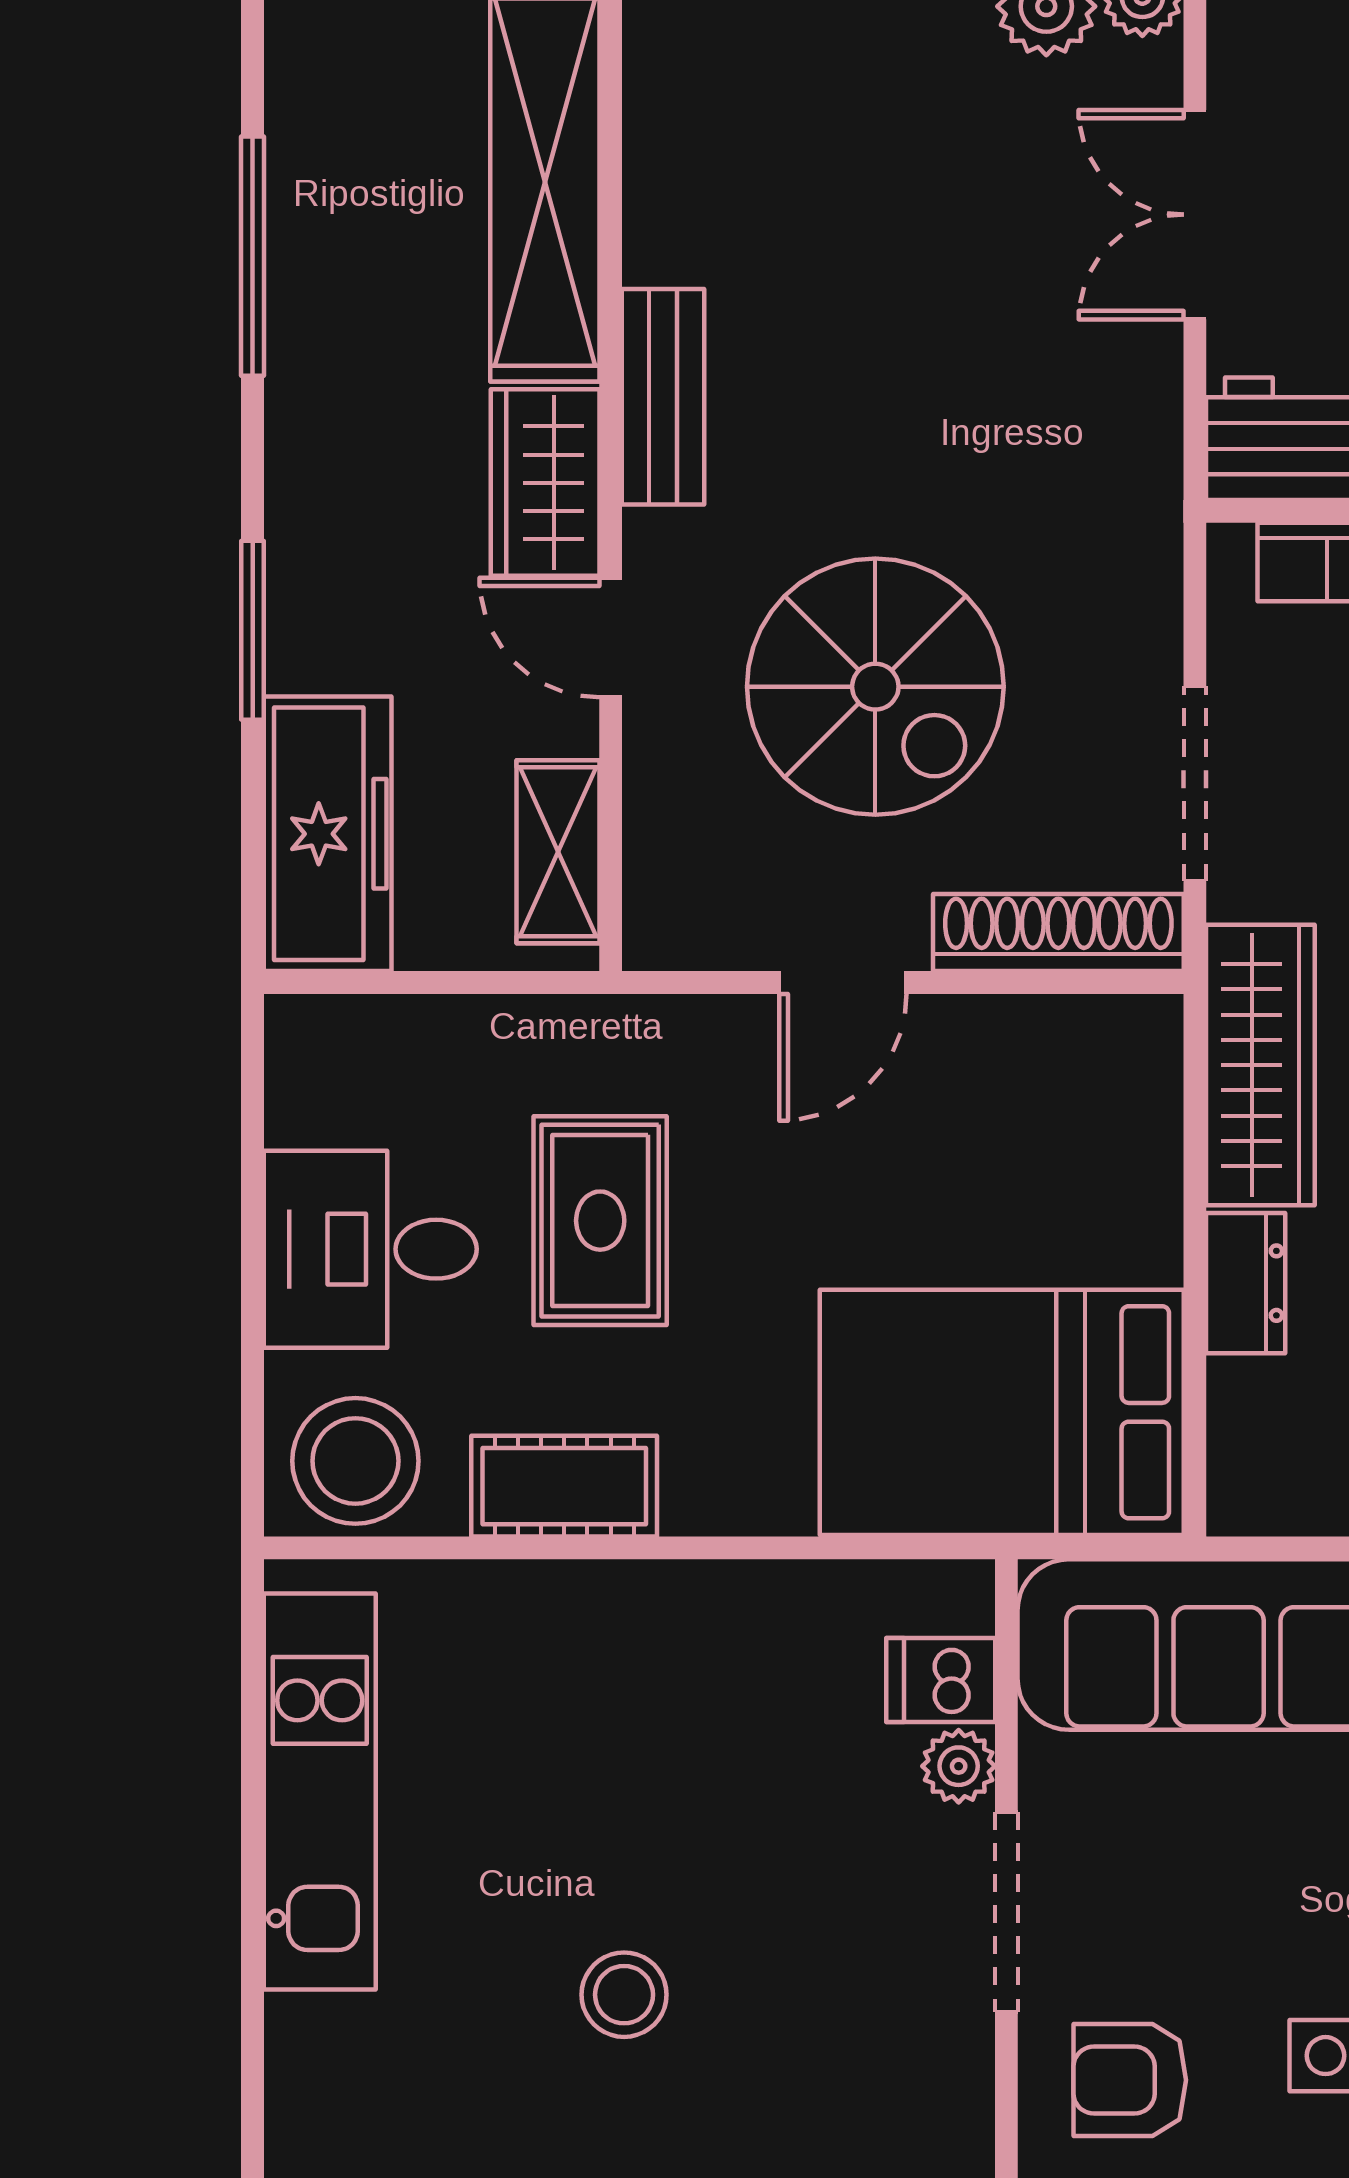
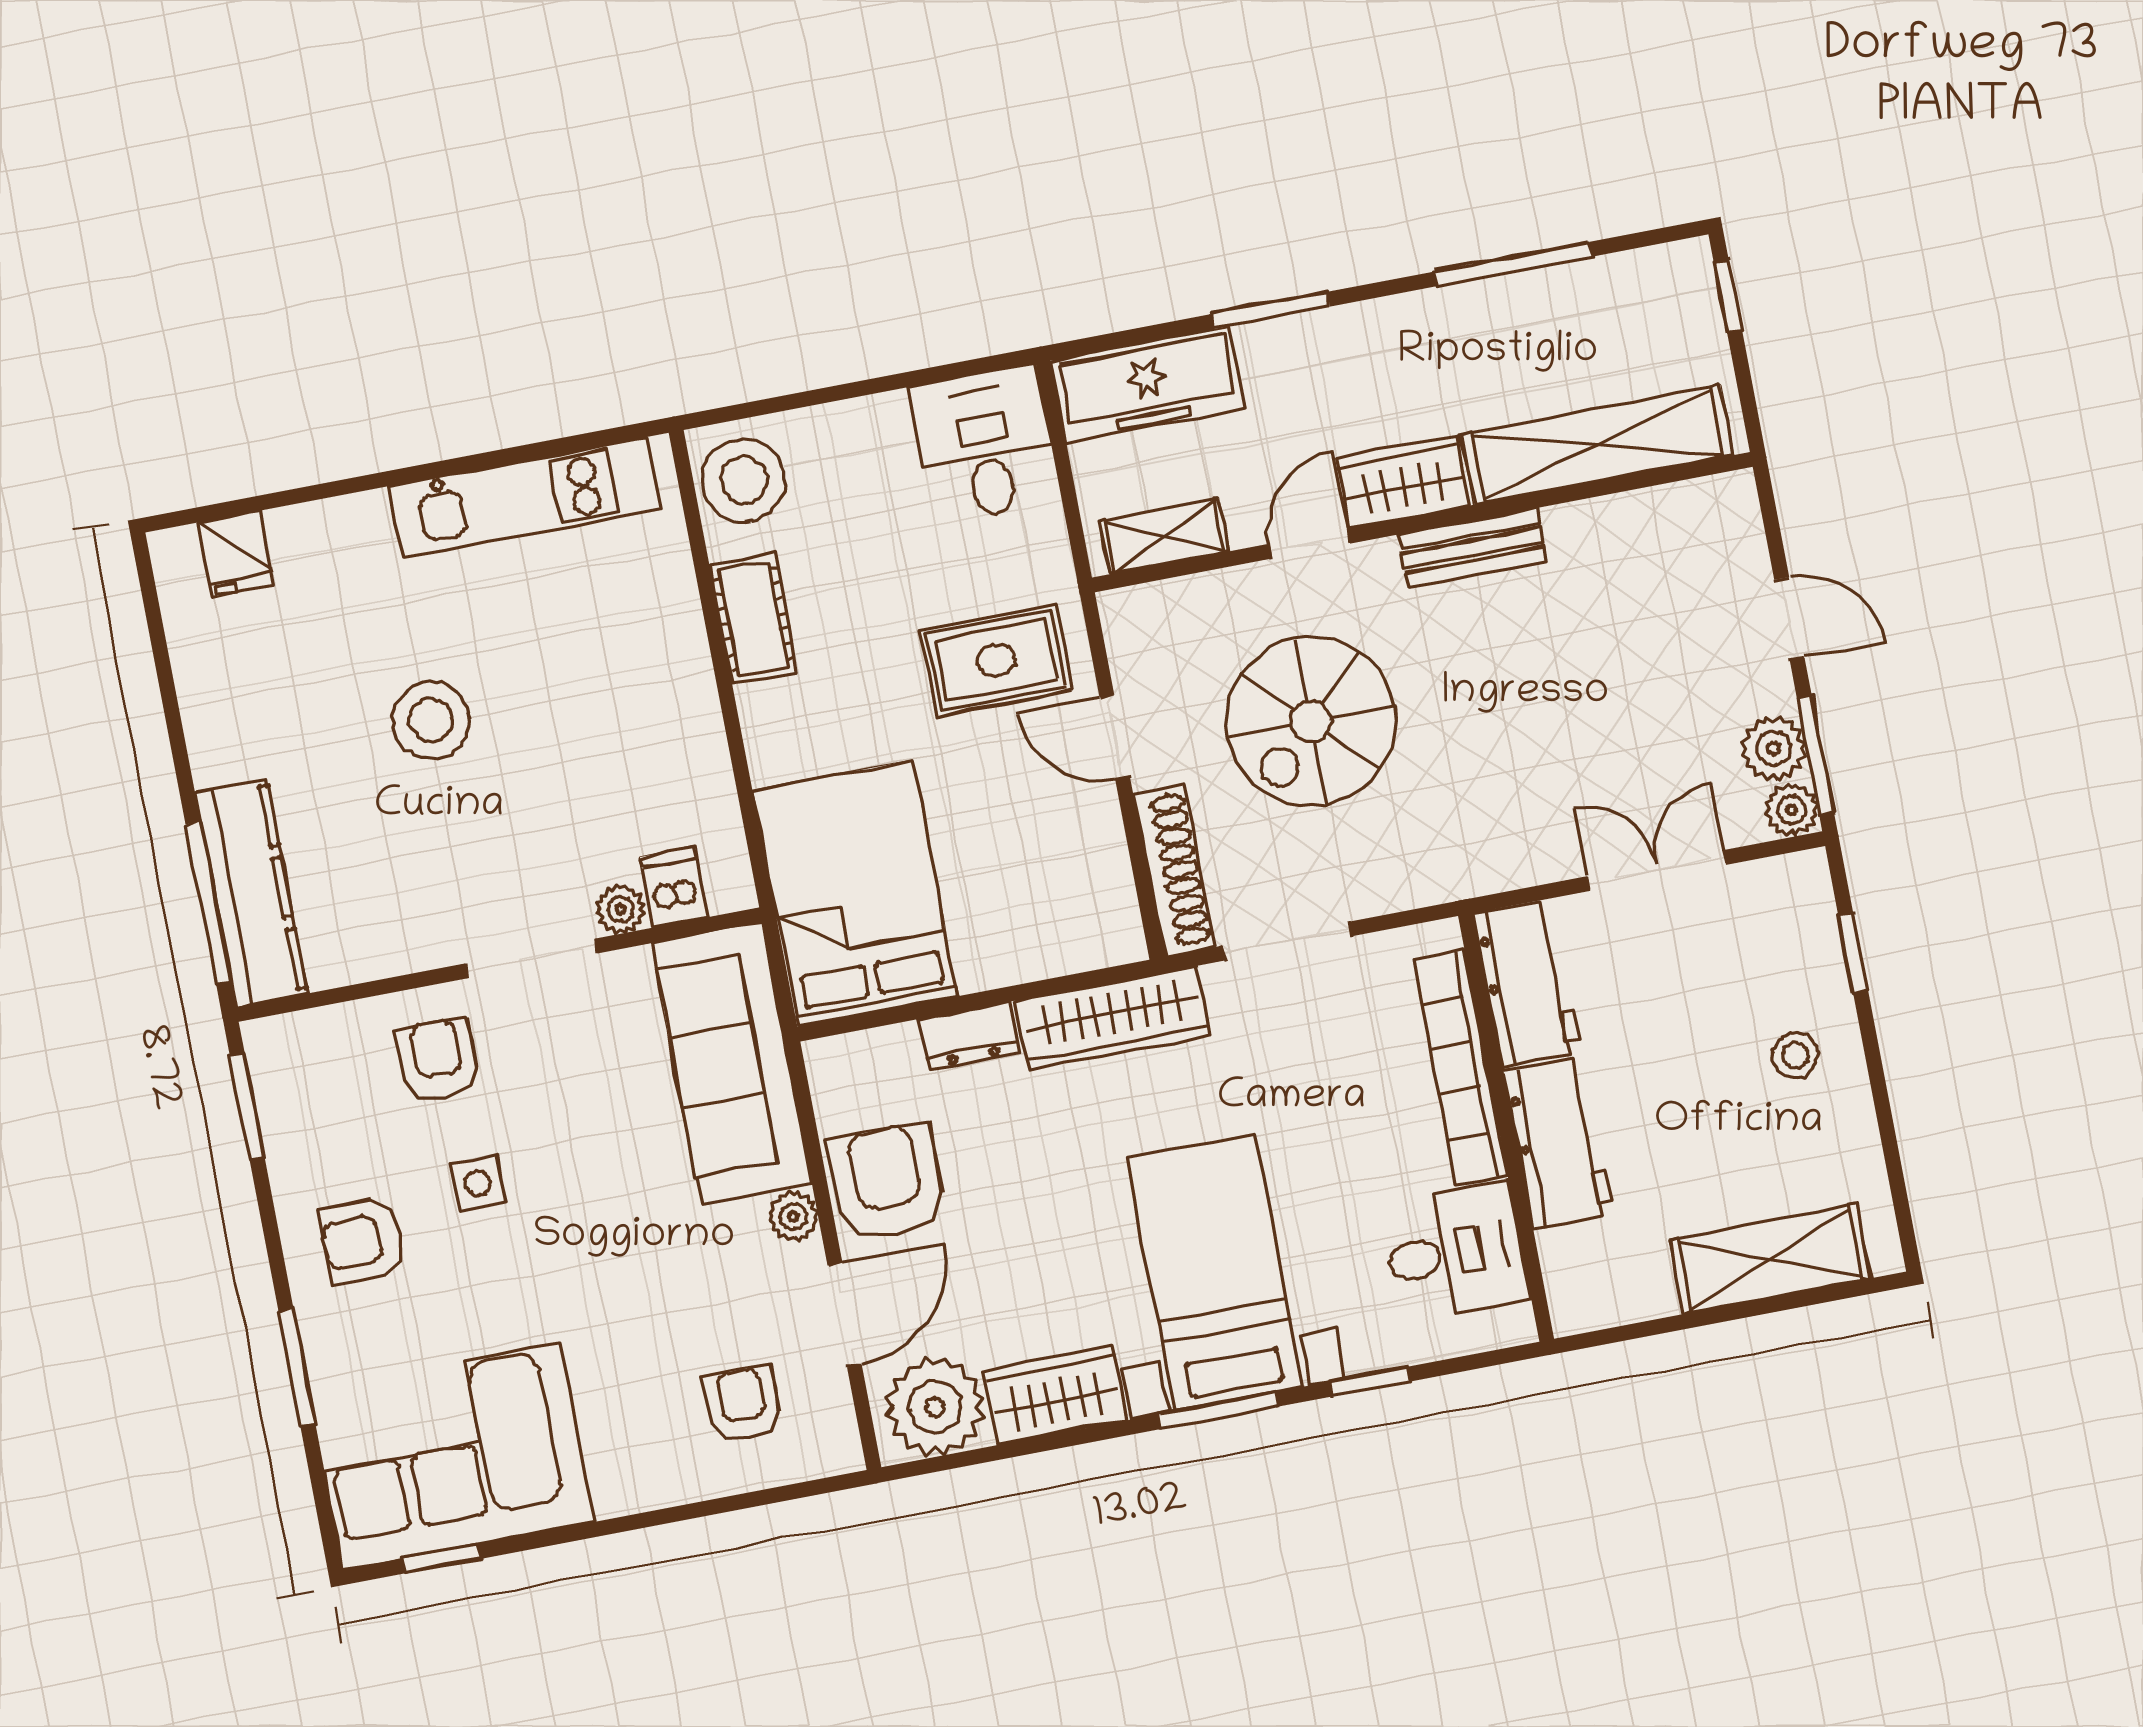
rug: (600, 1221) -> (996, 660), moved
desk: (370, 1249) -> (985, 444), moved
stool: (624, 1995) -> (431, 720), width x1.38, depth x1.38

